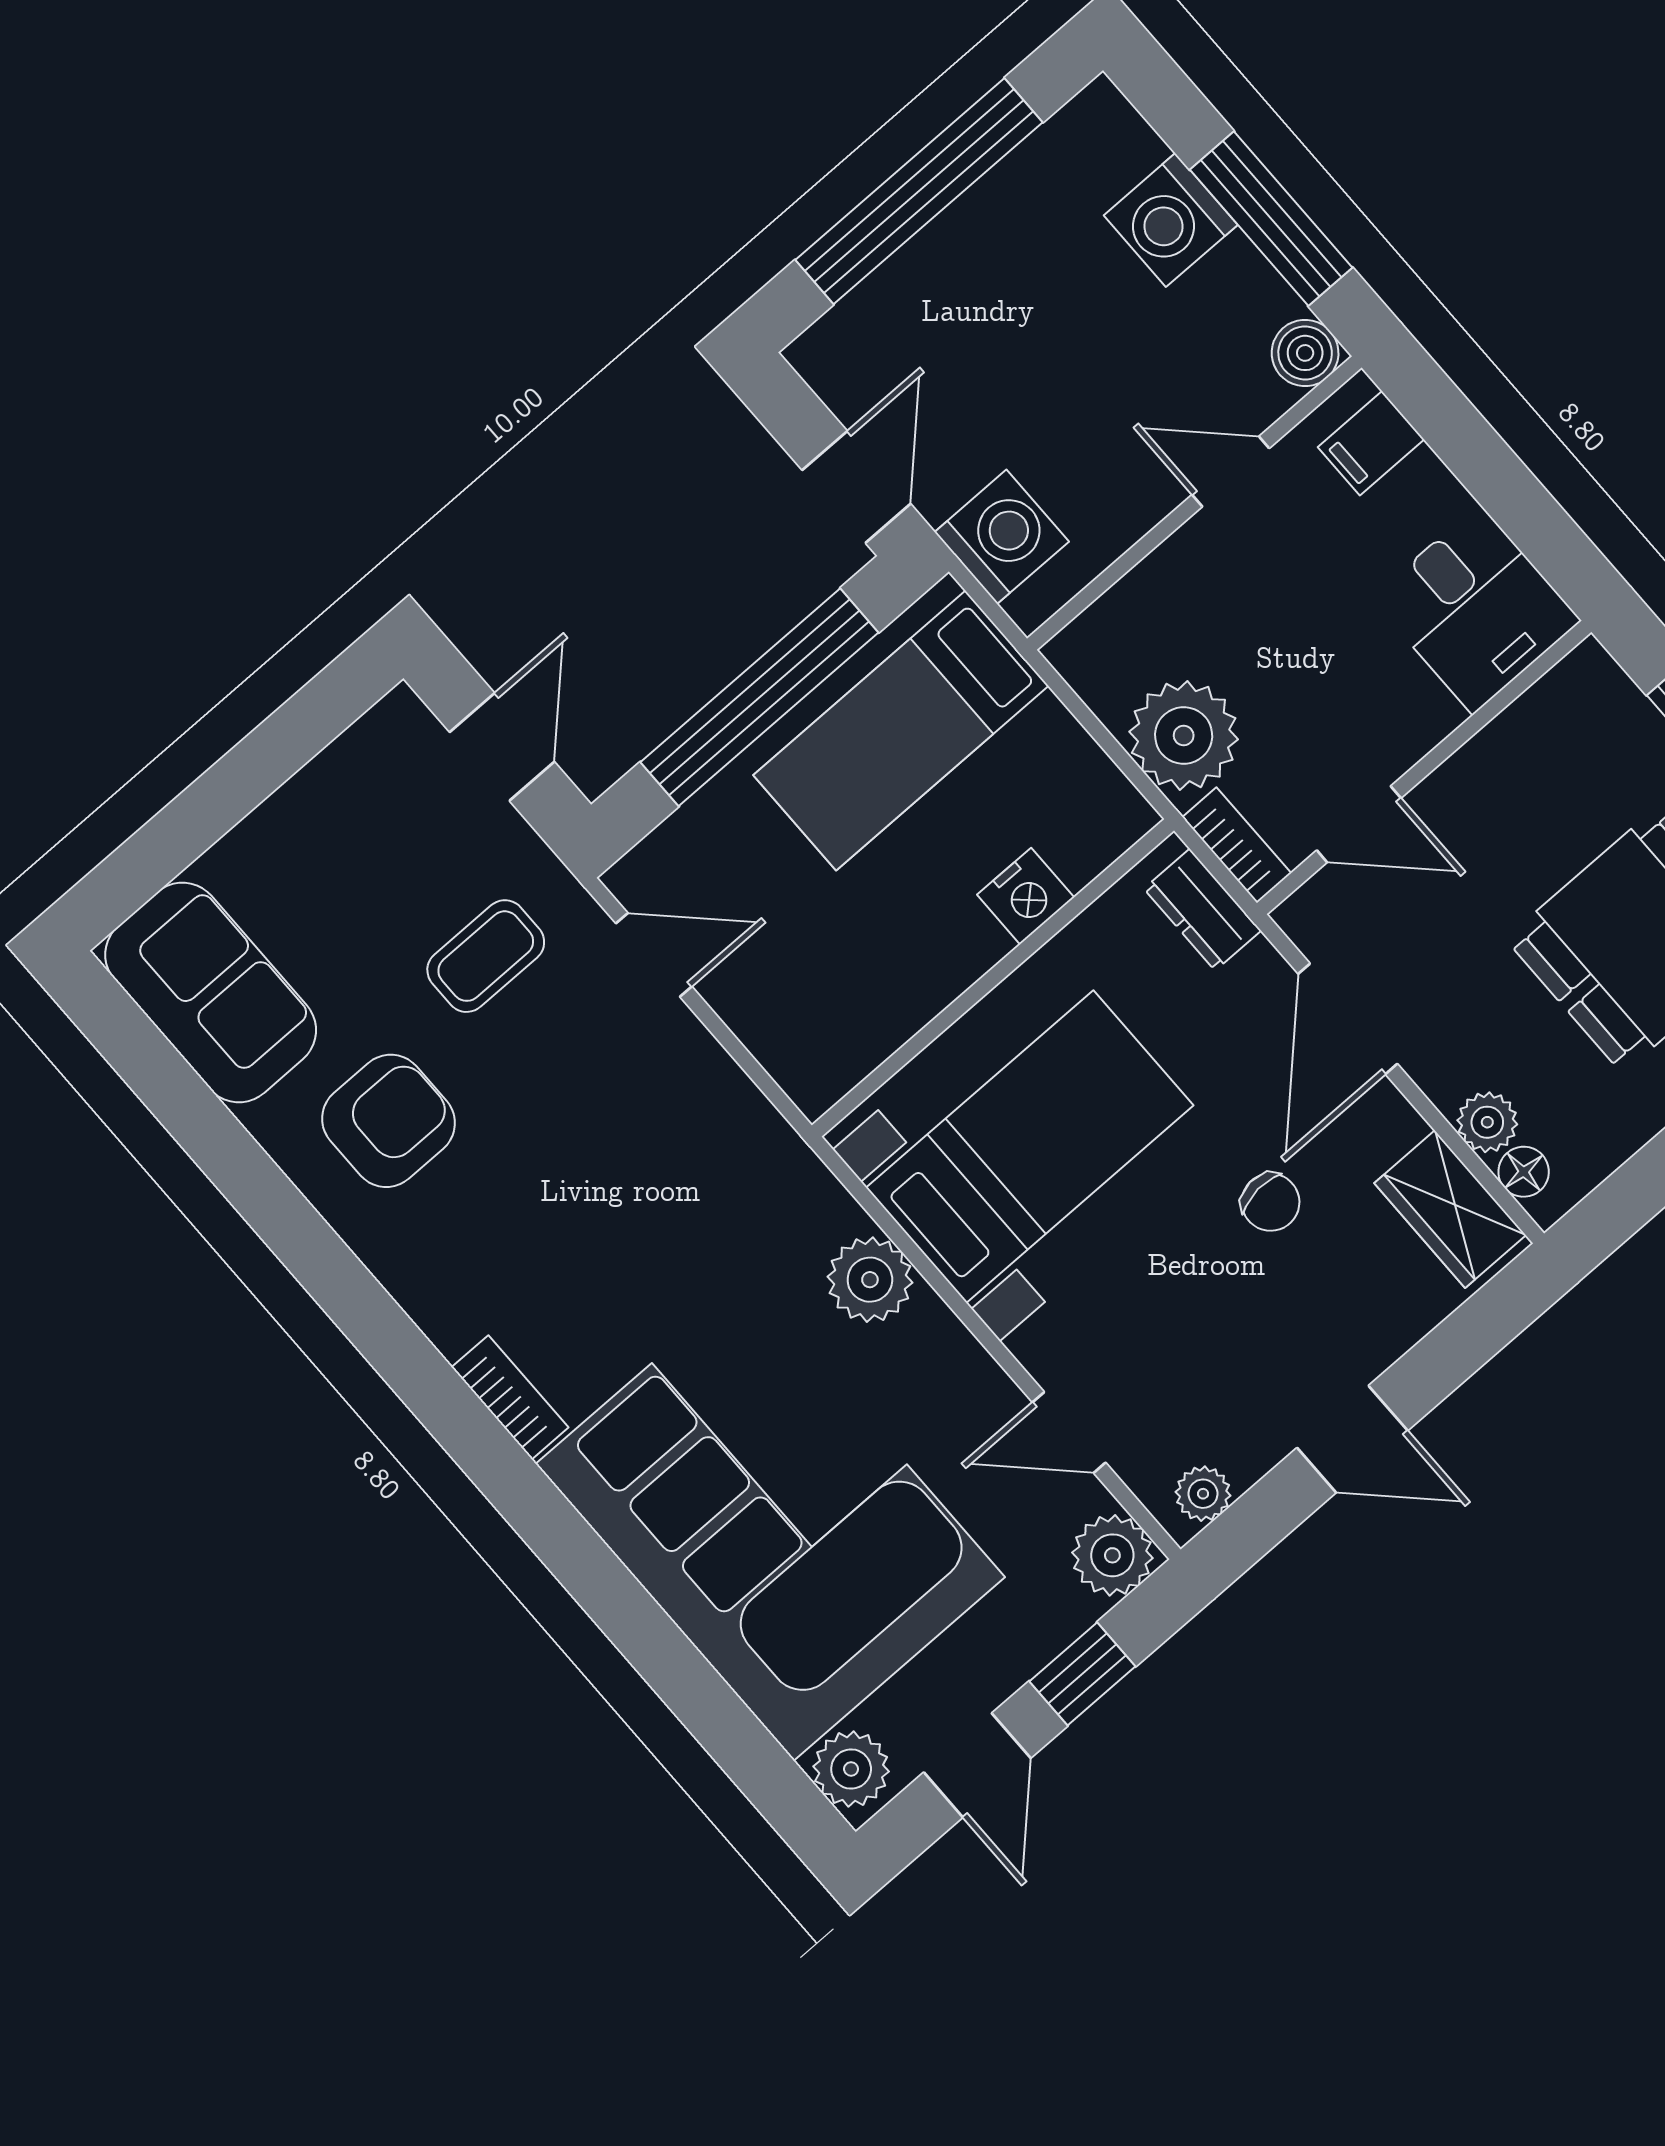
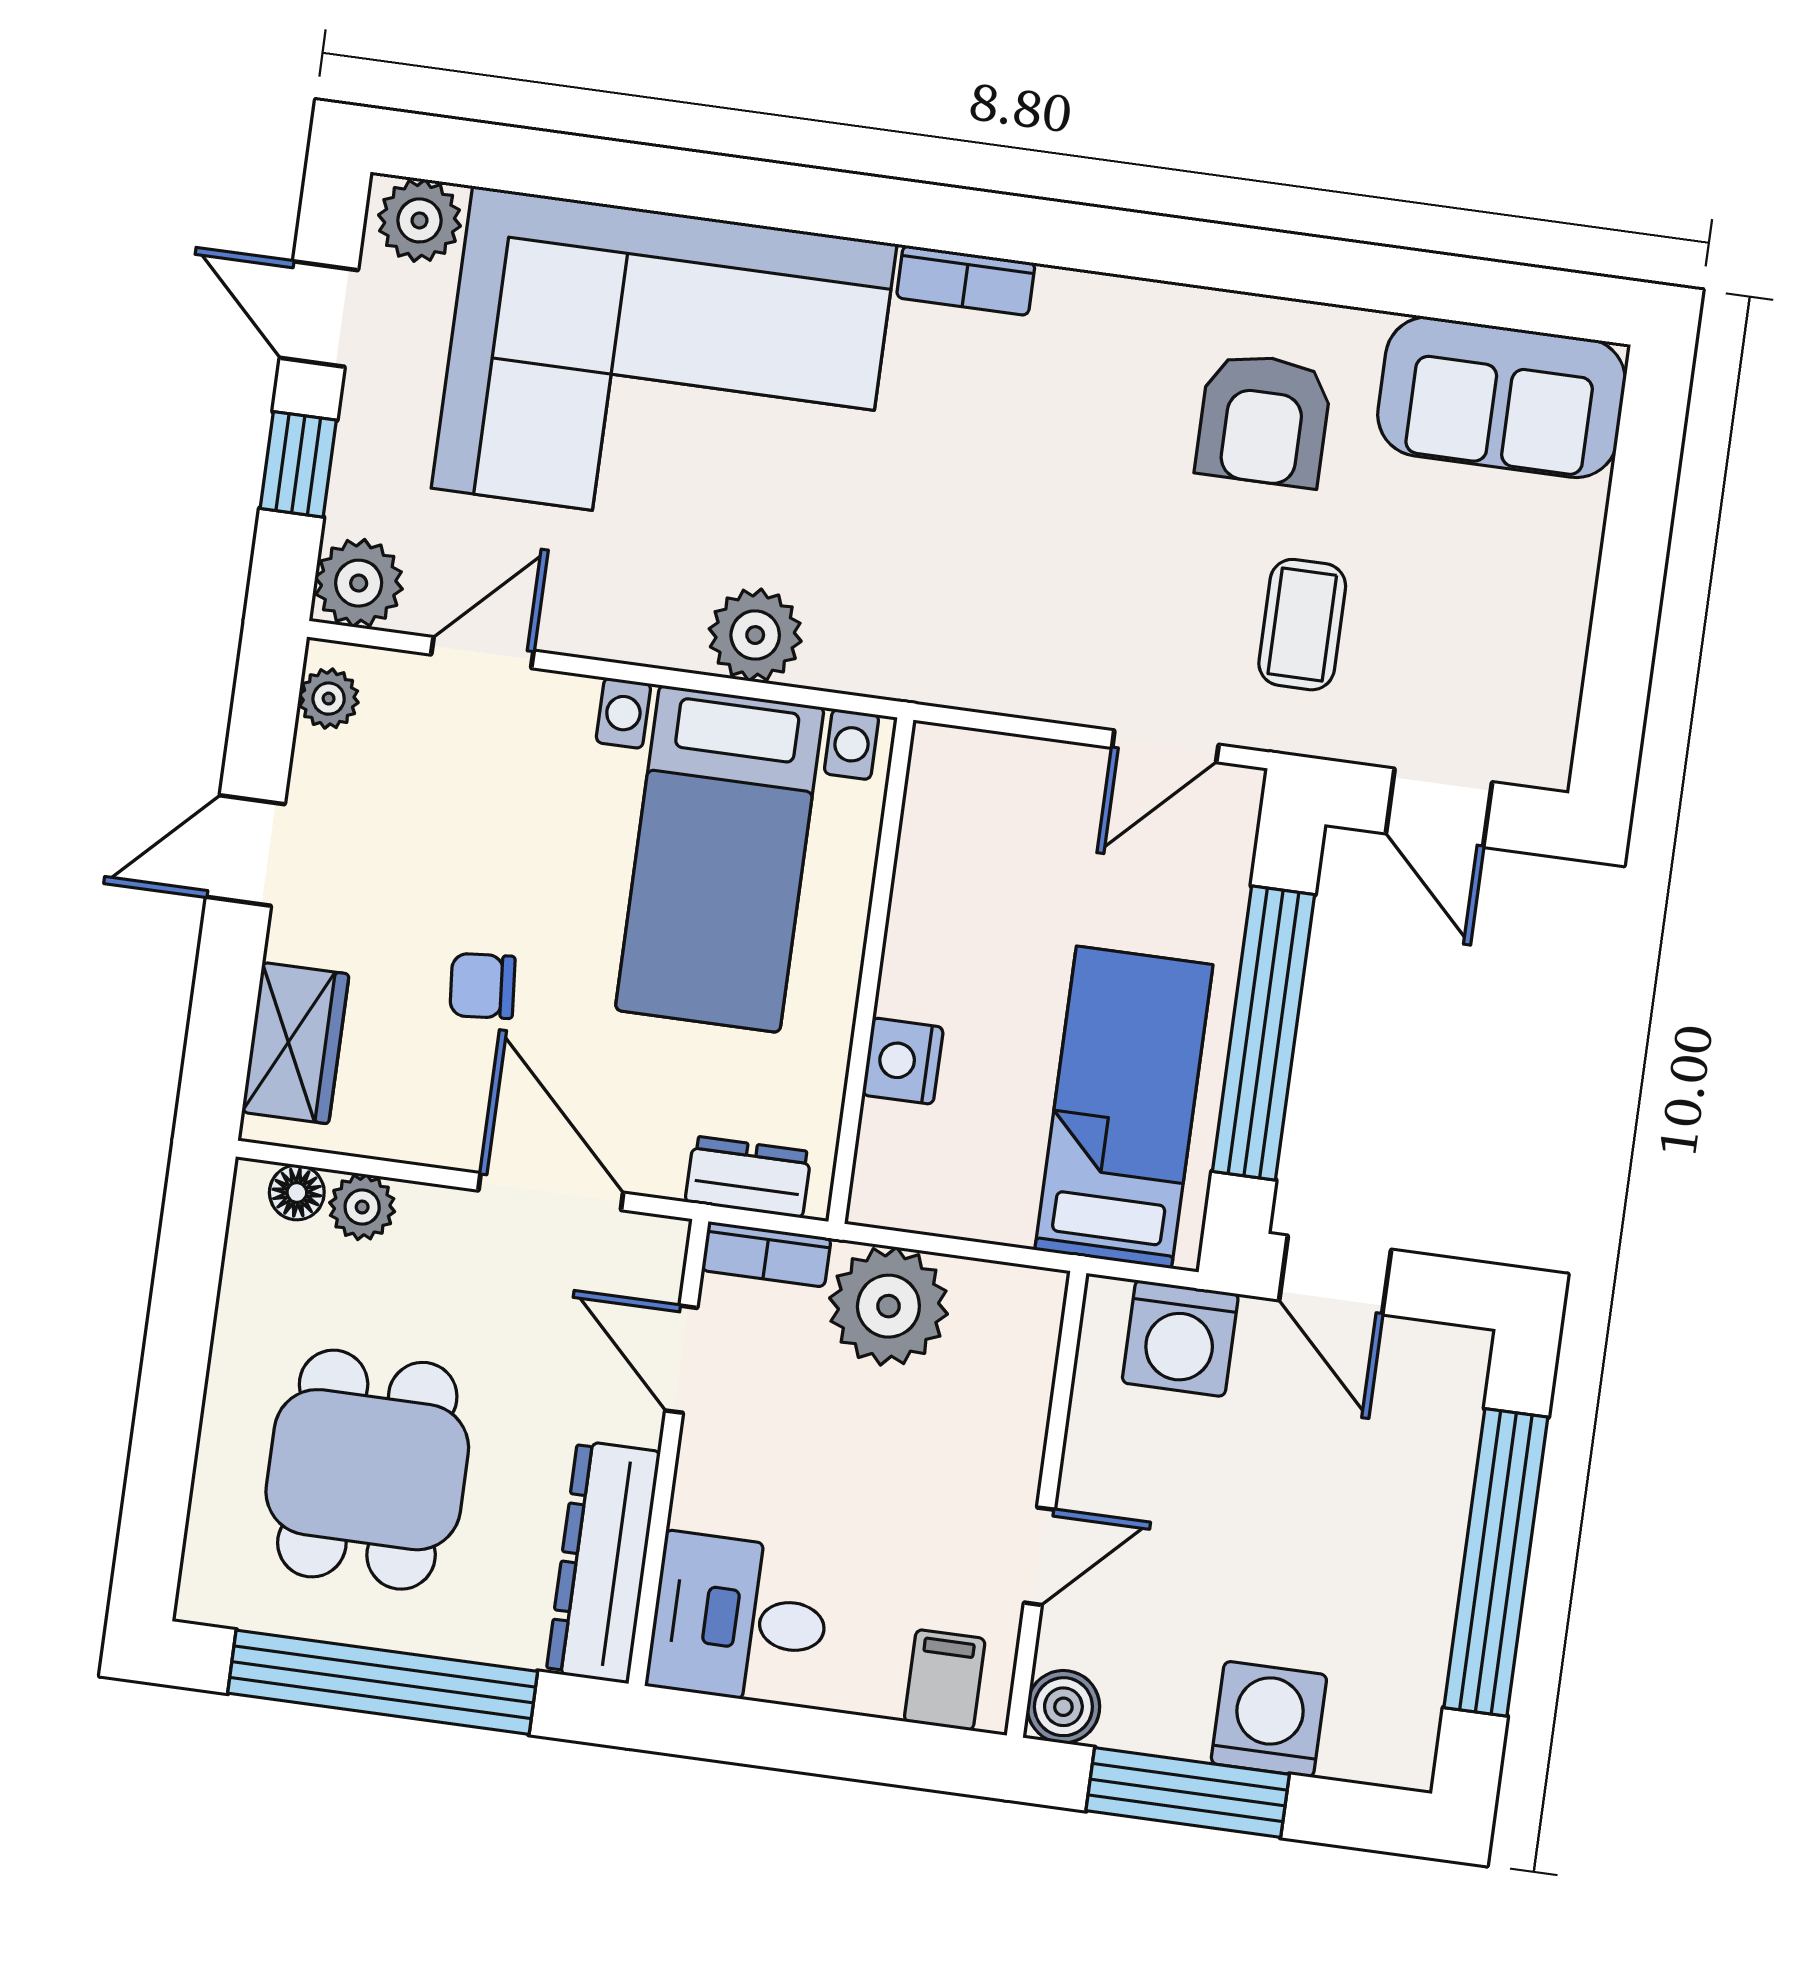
dresser: (1535, 731) -> (603, 1562), added
door: (1359, 824) -> (681, 1359), hinge flipped
wardrobe: (1450, 1209) -> (295, 1043), moved, turned 90

